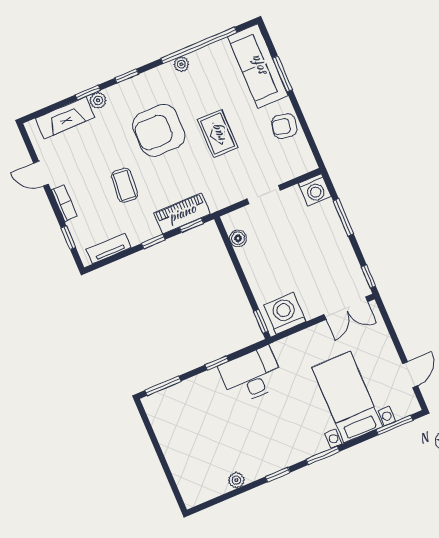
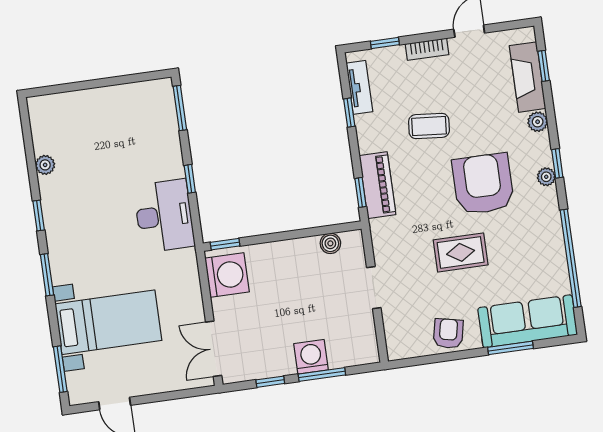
plant: (181, 64) -> (546, 177), moved
window: (88, 93) -> (544, 66), moved
washing machine: (315, 190) -> (311, 357), moved, turned 90
window: (153, 242) -> (349, 113), moved
window: (368, 277) -> (270, 382), moved

